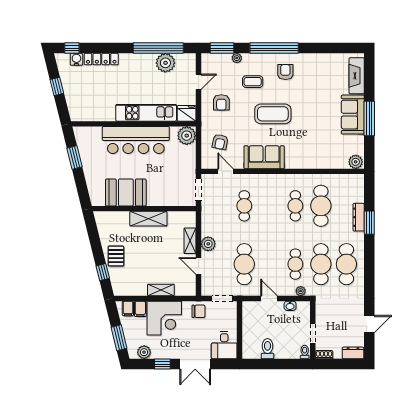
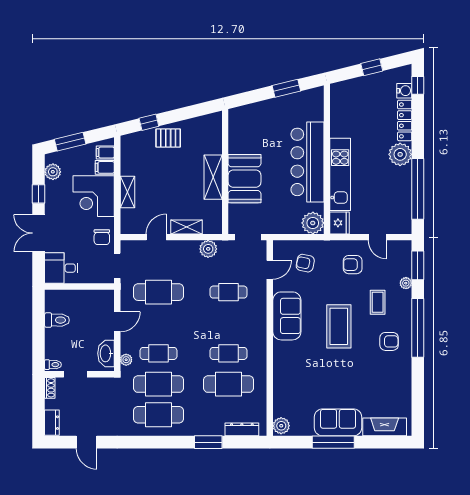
plant: (165, 63) -> (400, 154), moved
booth: (126, 192) -> (244, 179), moved
dresser: (359, 217) -> (242, 429), moved
plant: (208, 244) -> (208, 249), moved
washbasin: (290, 306) -> (106, 353), width x1.91, depth x1.45

